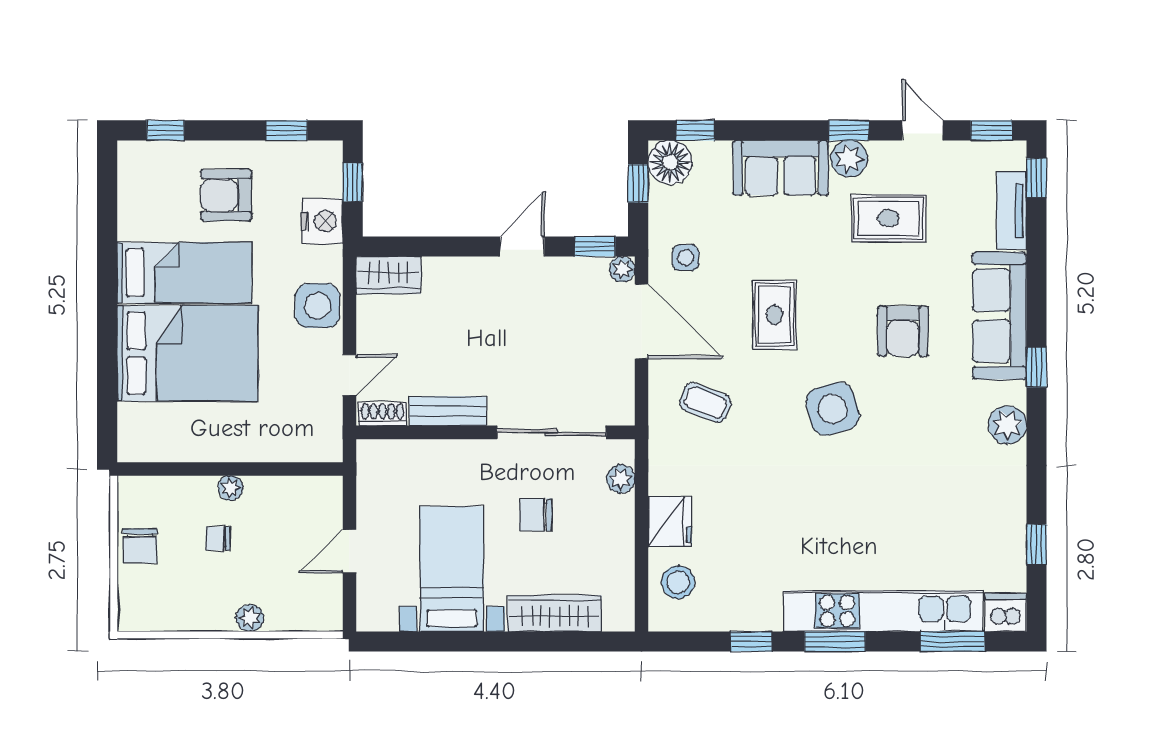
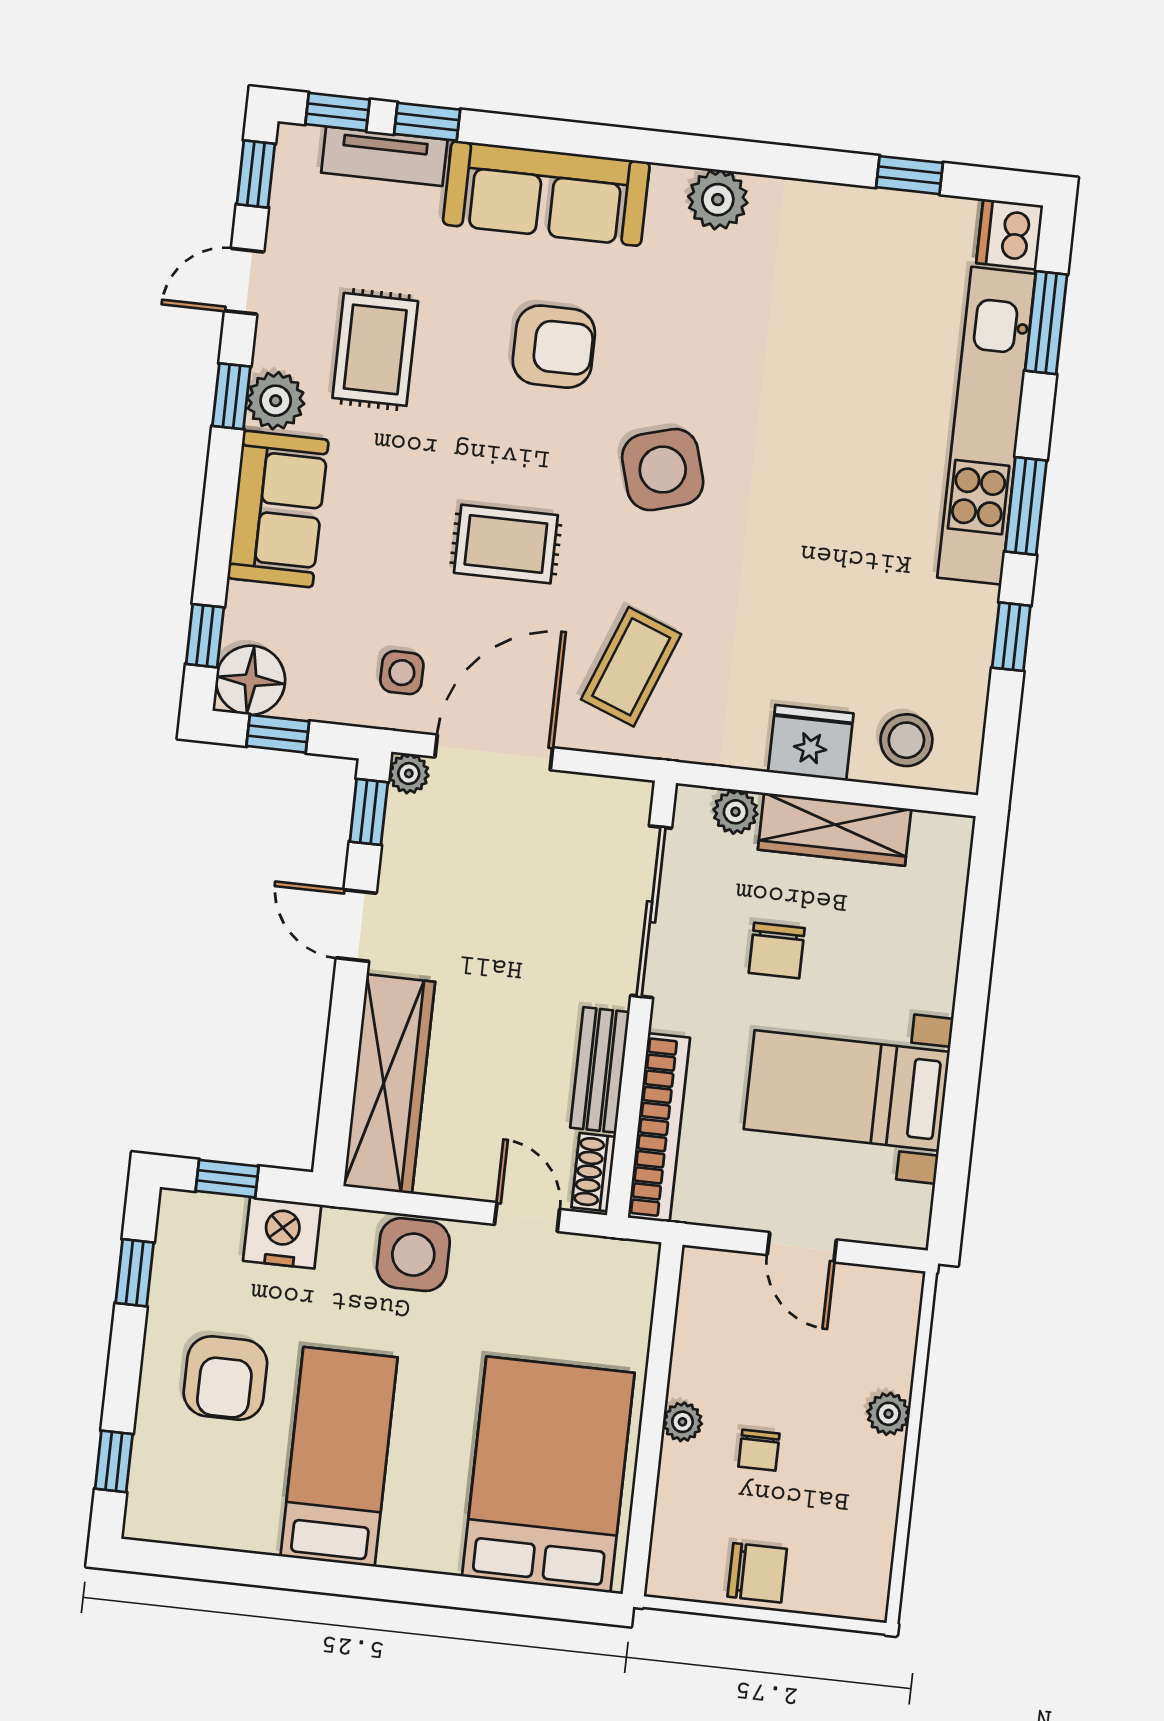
wardrobe: (388, 275) -> (389, 1084), width x2.10, depth x1.17
bed: (188, 353) -> (548, 1475), moved
window: (1037, 367) -> (427, 122), moved
coffee table: (705, 403) -> (631, 667), width x1.36, depth x1.30
bookcase: (415, 452) -> (659, 1128), added
wardrobe: (555, 613) -> (835, 829), moved, turned -90

